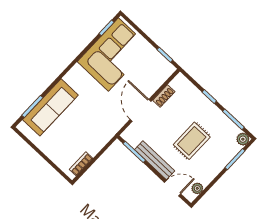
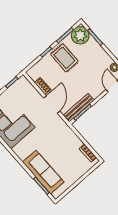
door: (141, 110) -> (52, 105), swing flipped
plant: (243, 139) -> (80, 35), width x1.88, depth x1.88
rug: (192, 141) -> (64, 58), moved
bench: (155, 160) -> (79, 108), moved

